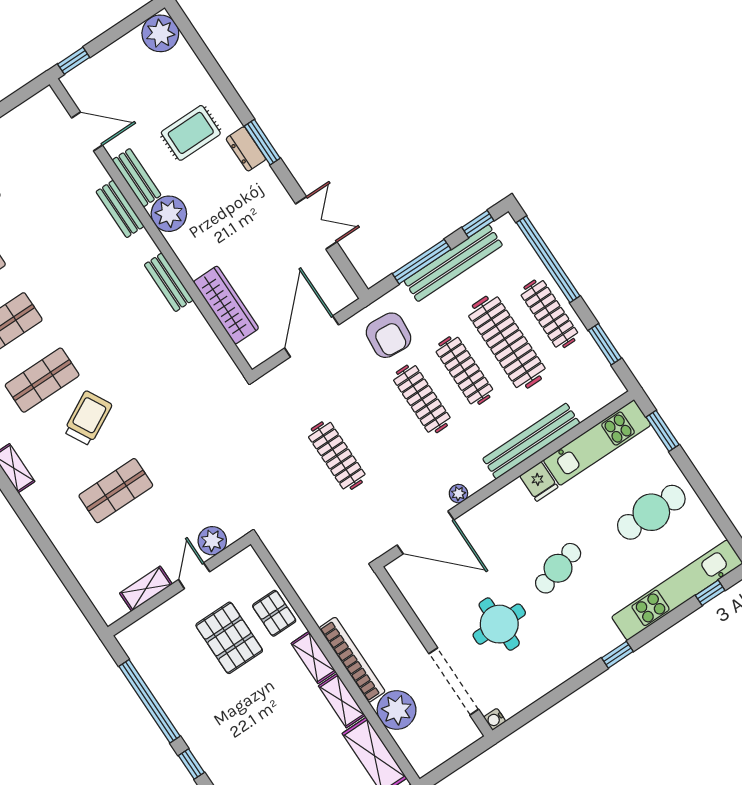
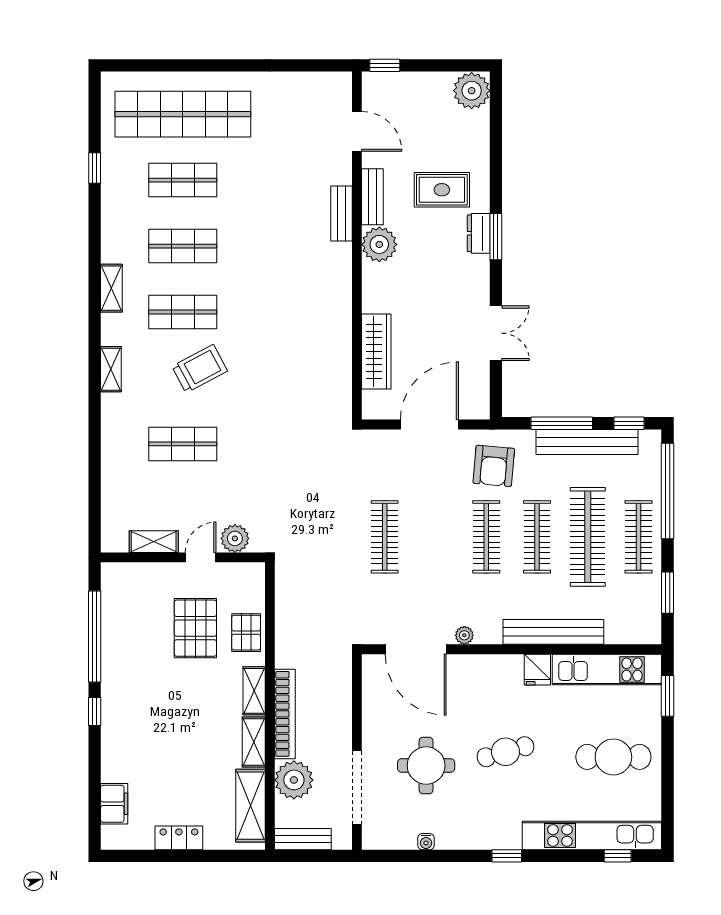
bench: (169, 282) -> (303, 839), moved, turned 90
water cooler: (495, 719) -> (426, 842), moved, turned -90

